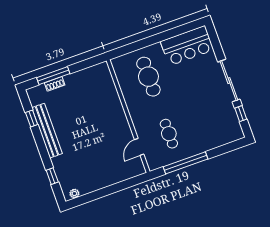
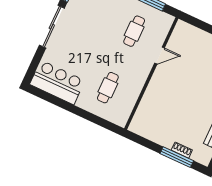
cafe table: (148, 77) -> (108, 88), width x0.73, depth x0.74
door: (139, 147) -> (160, 56), moved

